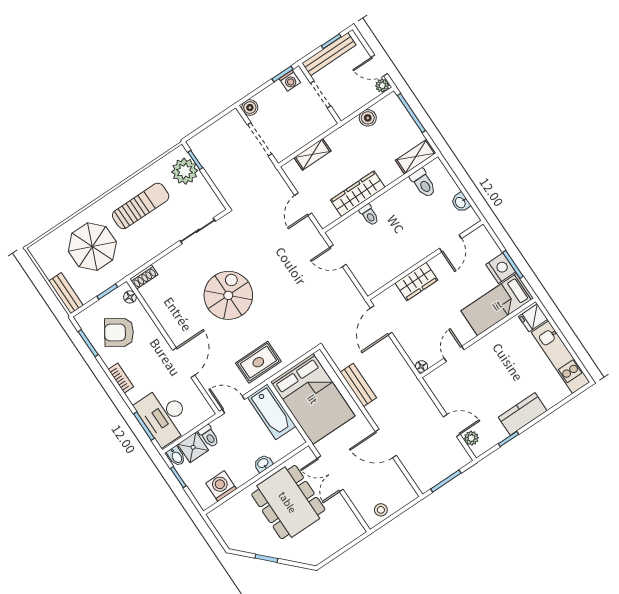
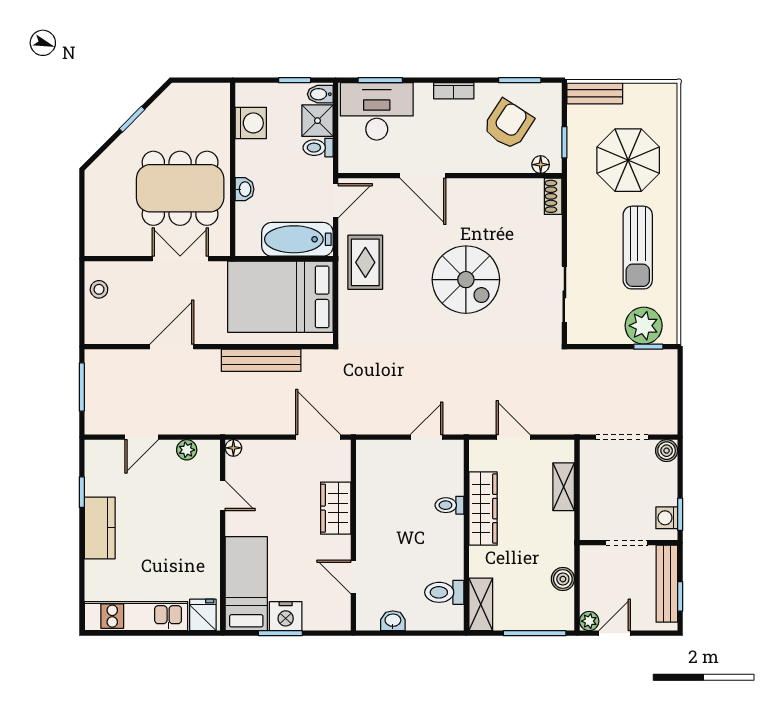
bench: (358, 385) -> (261, 360), width x1.36
plant: (471, 438) -> (187, 450), moved

